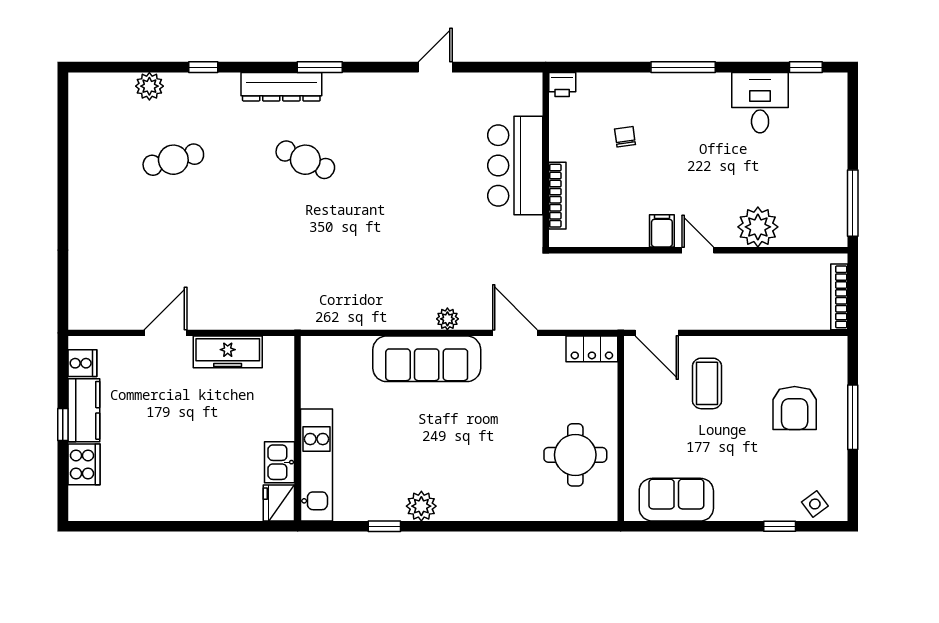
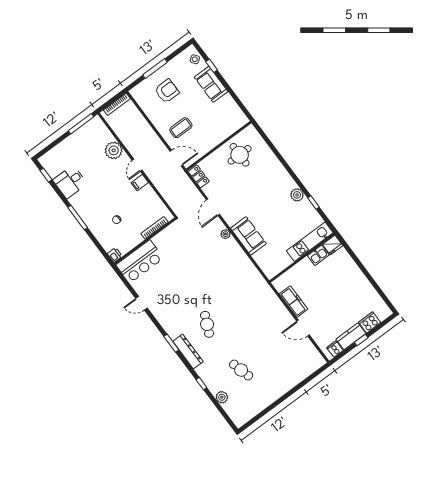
bar counter: (515, 165) -> (140, 262), moved
door: (657, 333) -> (176, 158), hinge flipped
sofa: (427, 359) -> (248, 236), width x0.73
sofa: (676, 500) -> (211, 84), moved

